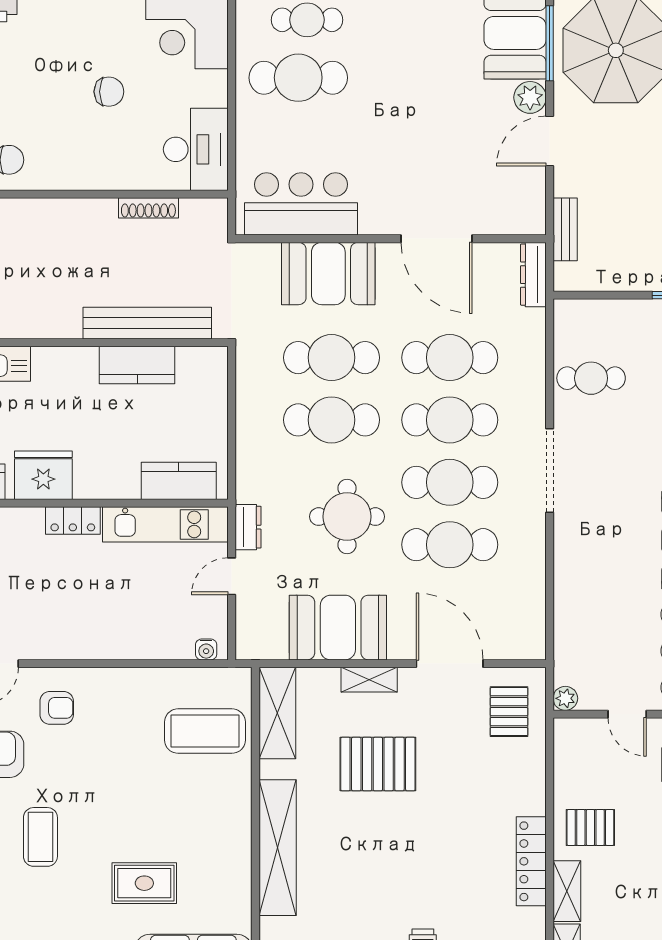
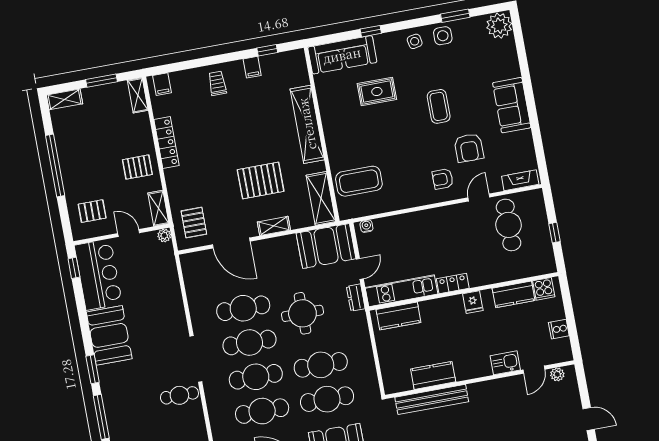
cafe table: (591, 378) -> (179, 395), moved
fridge: (43, 475) -> (473, 302), width x0.53, depth x0.75
booth: (338, 628) -> (326, 246), moved
shelving: (567, 891) -> (158, 208), moved

